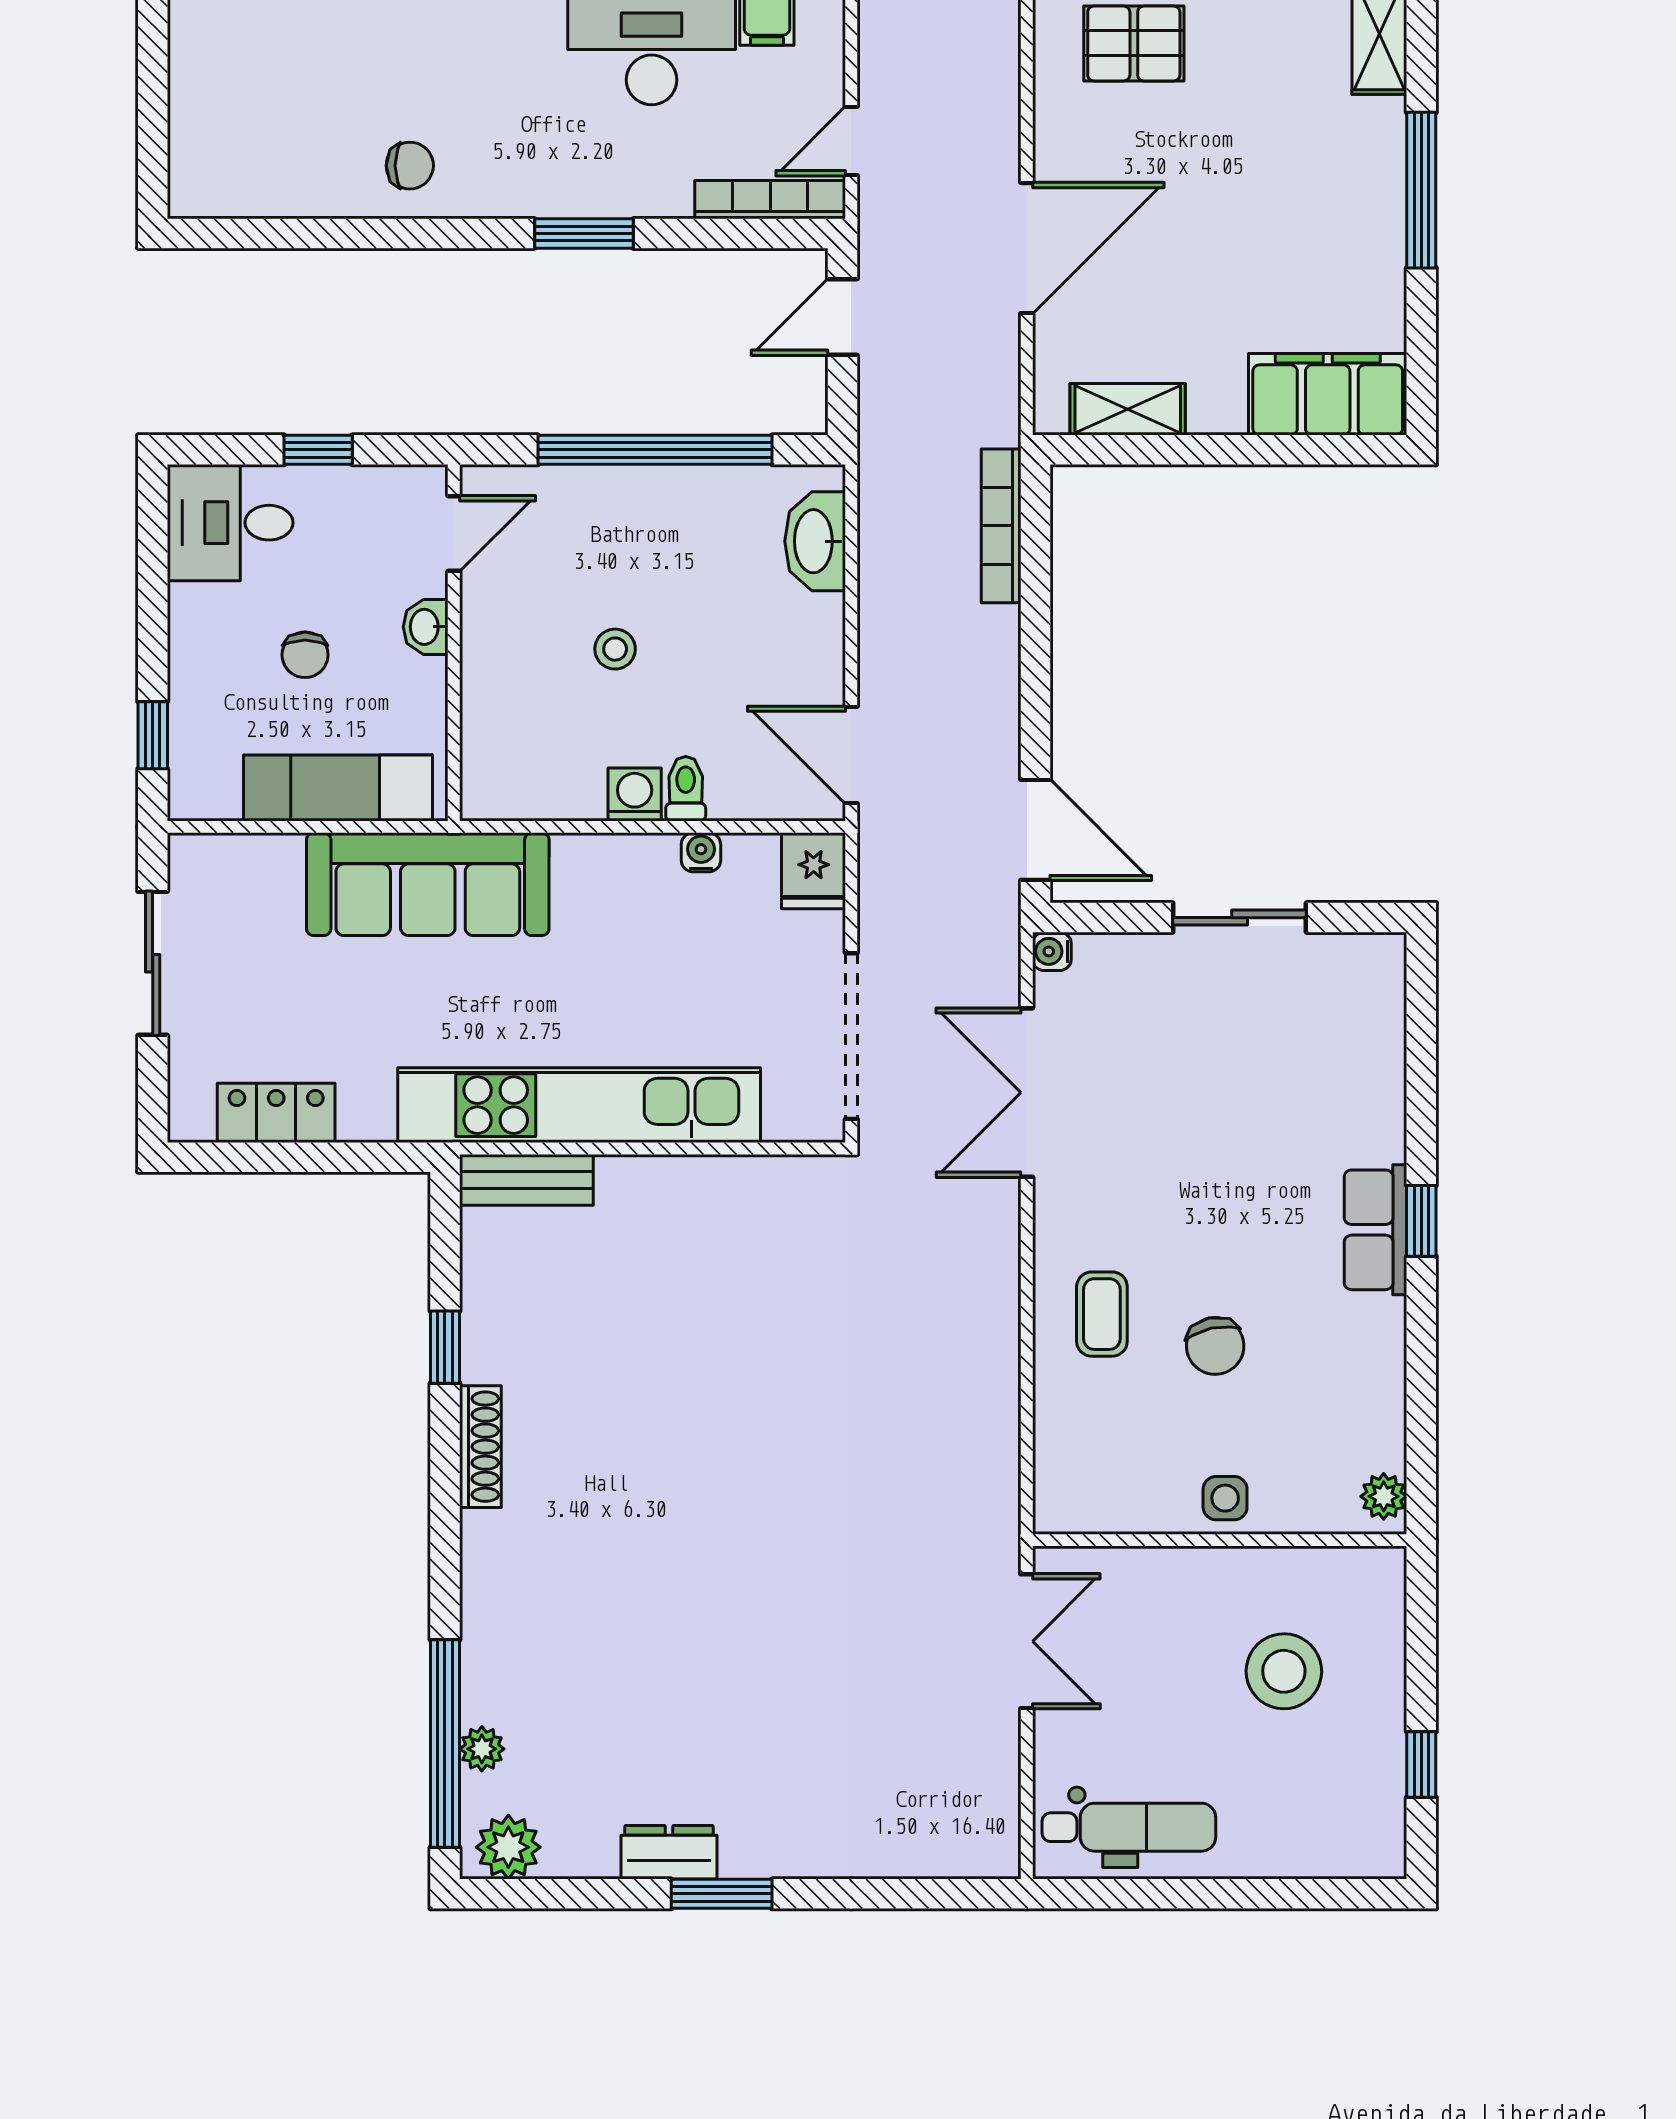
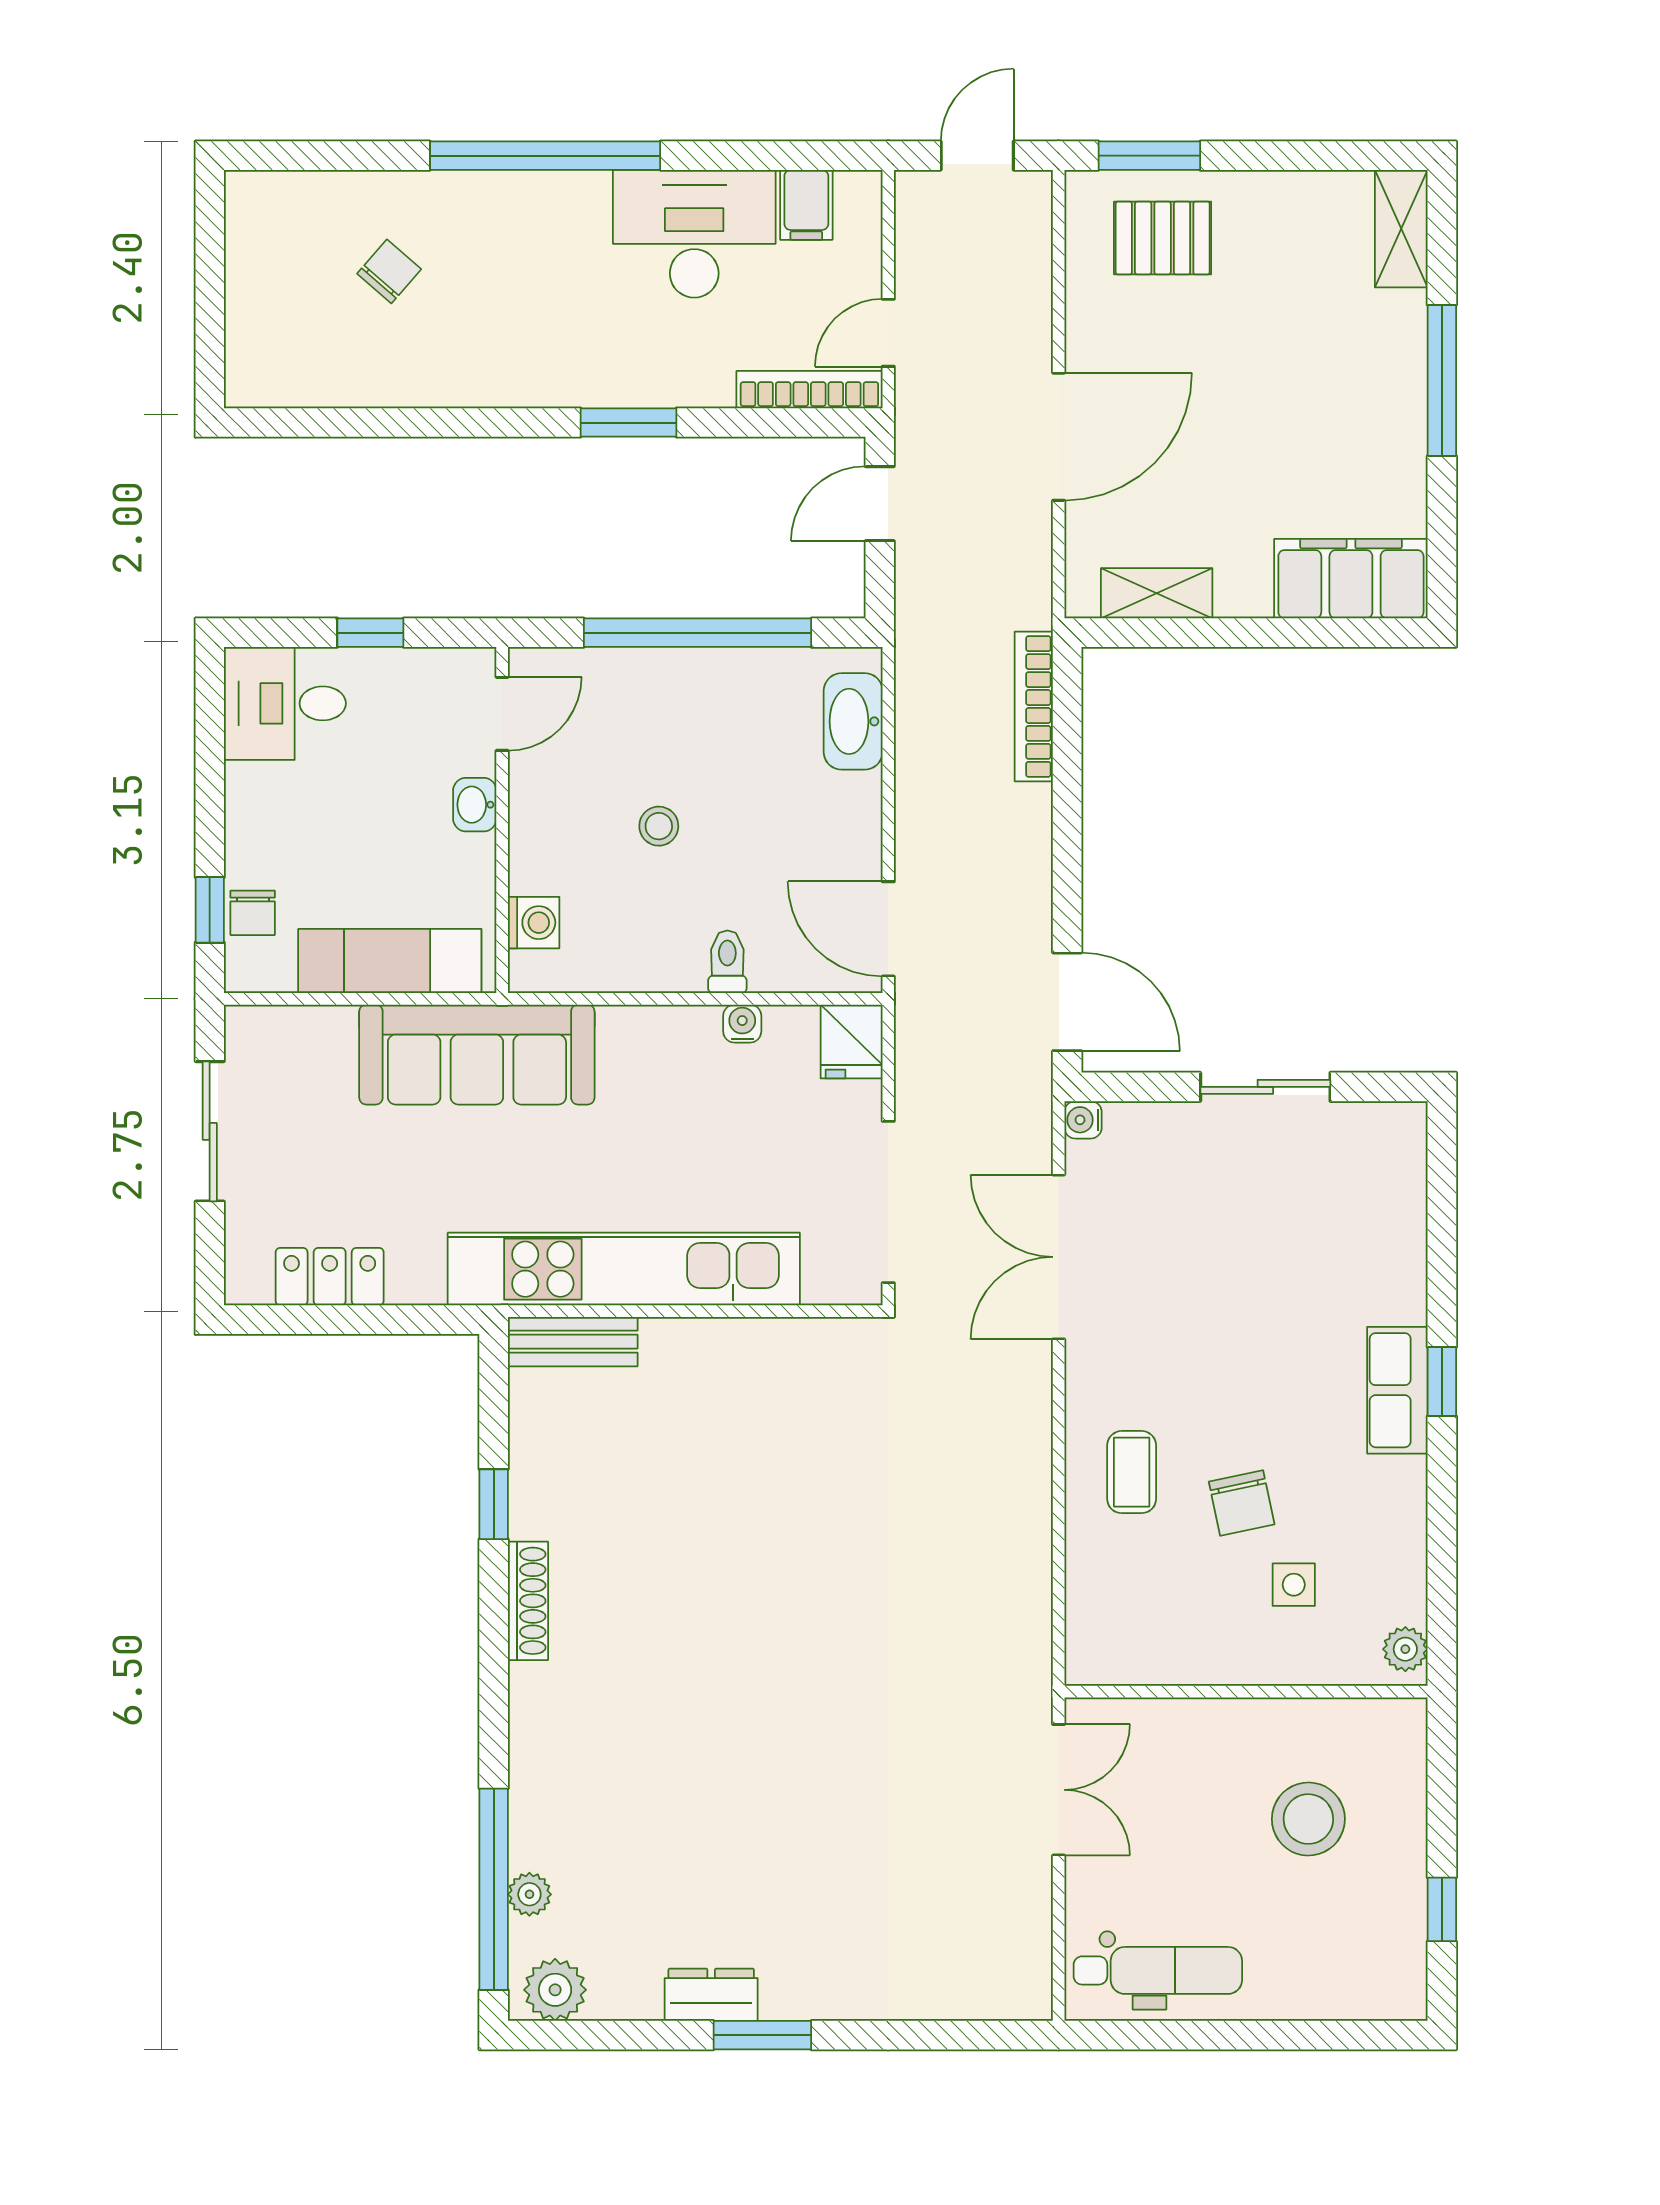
chair: (410, 166) -> (389, 271), moved, turned -49
chair: (305, 655) -> (253, 913), moved
washing machine: (635, 794) -> (534, 923), moved, turned 90
side table: (1225, 1498) -> (1294, 1585), moved

